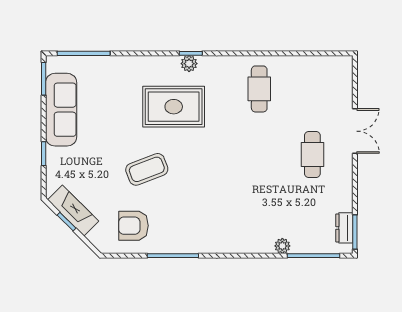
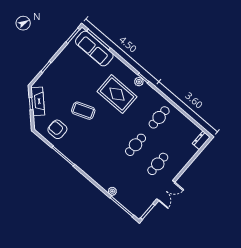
sofa: (61, 110) -> (94, 49), moved, turned 90
double door: (355, 131) -> (166, 191), moved
cafe table: (259, 155) -> (136, 145), added
dresser: (344, 228) -> (201, 140), moved

